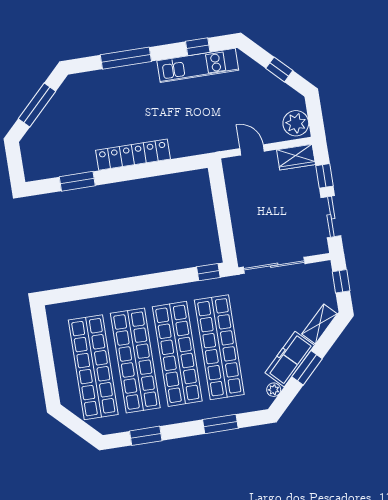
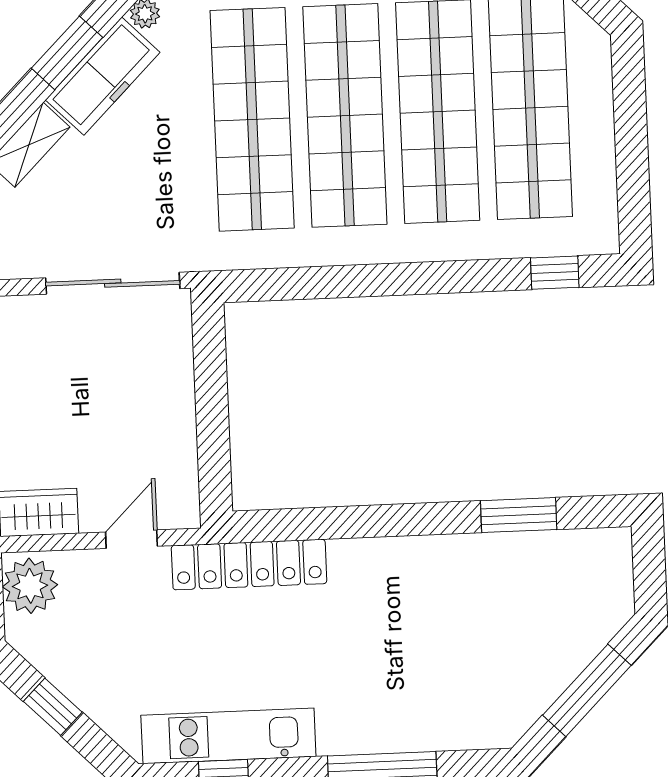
door: (252, 150) -> (131, 539), swing flipped
locker: (133, 155) -> (249, 565), moved
window: (208, 272) -> (555, 273), moved

